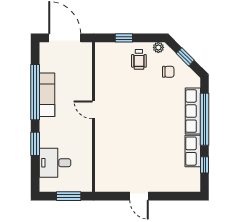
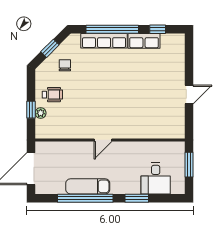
plant: (158, 47) -> (41, 113), moved

